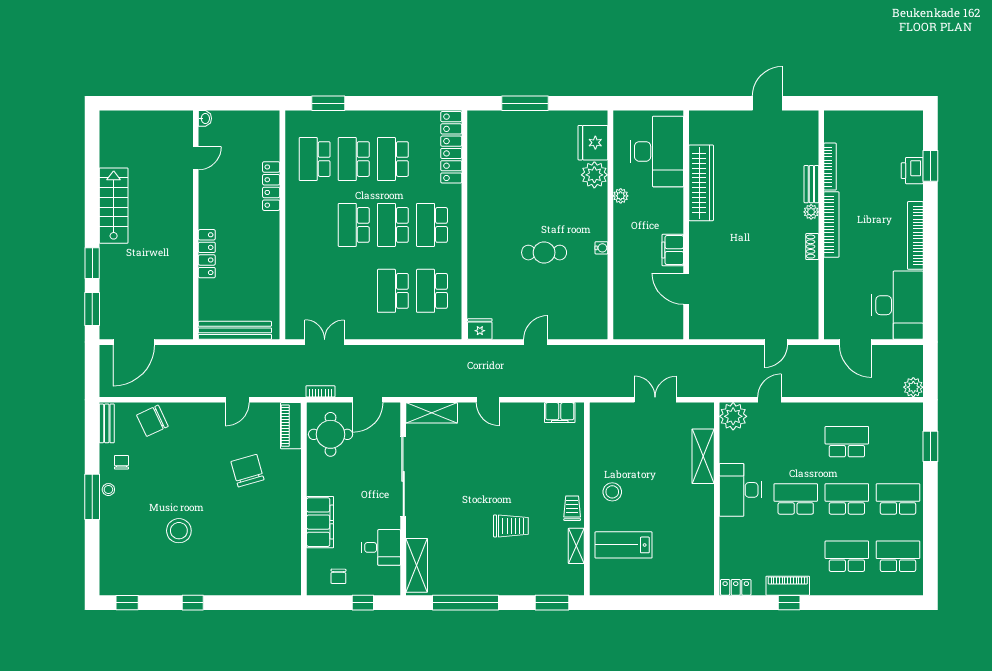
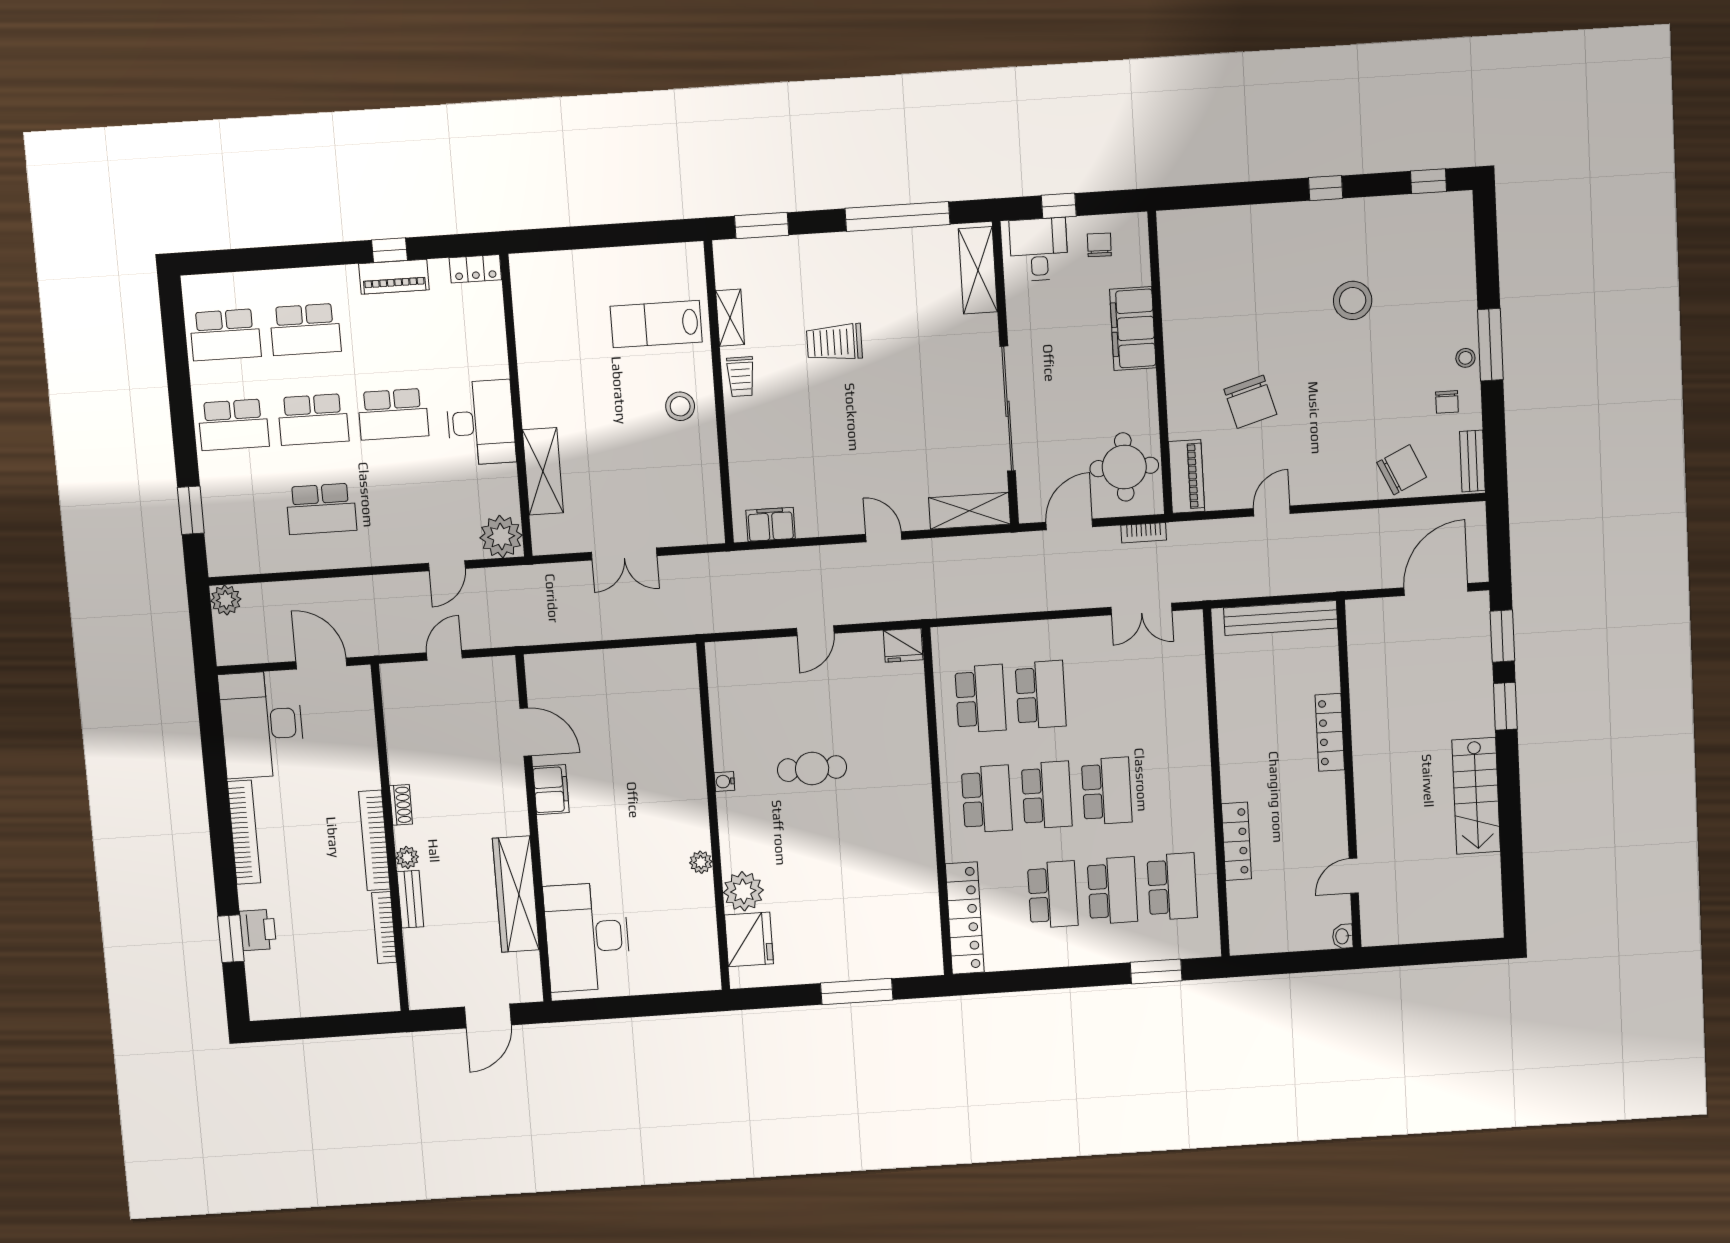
desk: (657, 151) -> (587, 937), moved
wardrobe: (701, 183) -> (516, 894), moved
wall: (686, 225) -> (534, 829), moved
filing cabinet: (673, 250) -> (551, 790), moved
door: (686, 289) -> (526, 732), moved
lab bench: (624, 545) -> (656, 324), turned 180
desk: (381, 547) -> (1039, 249), moved, turned 90

